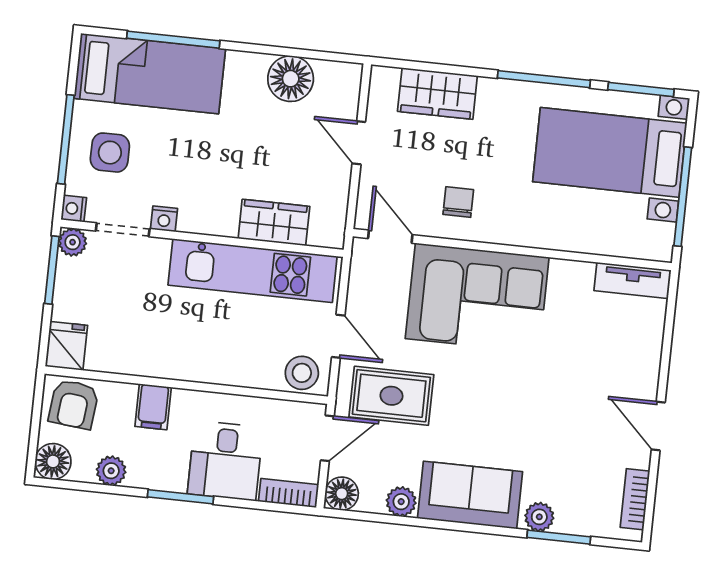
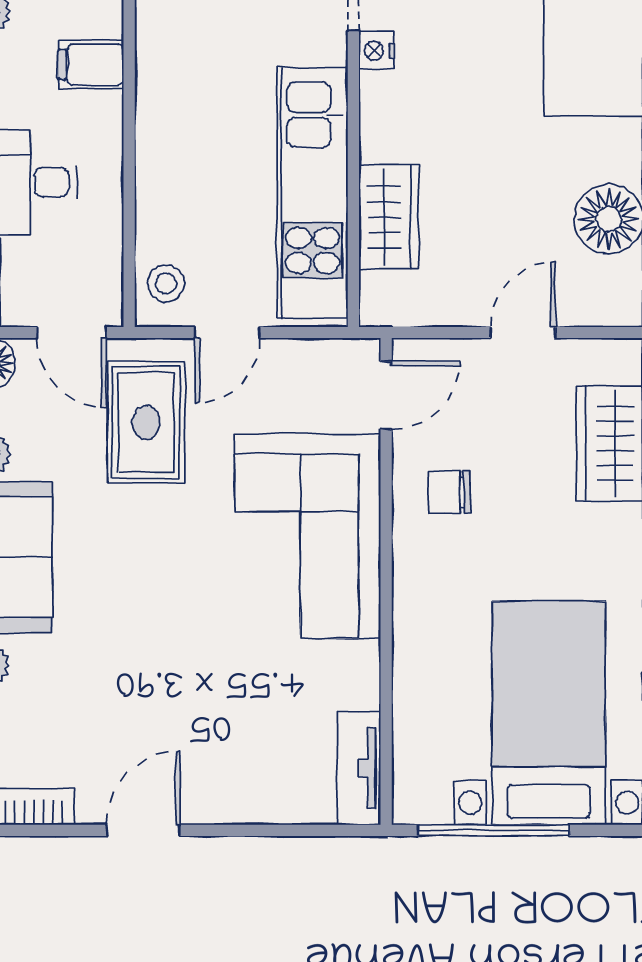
chair: (458, 202) -> (449, 492), turned 180
stool: (302, 373) -> (166, 283), width x0.73, depth x0.73

